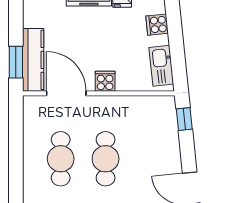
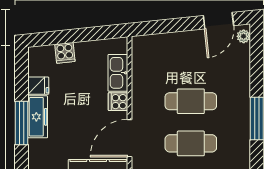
kitchen sink: (161, 66) -> (118, 73), moved, turned 96
window: (184, 119) -> (154, 27), removed

